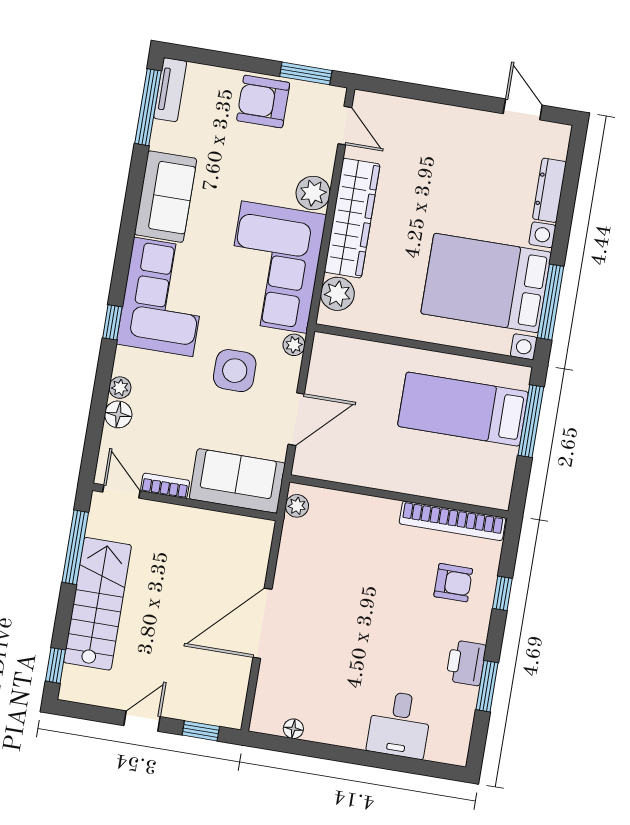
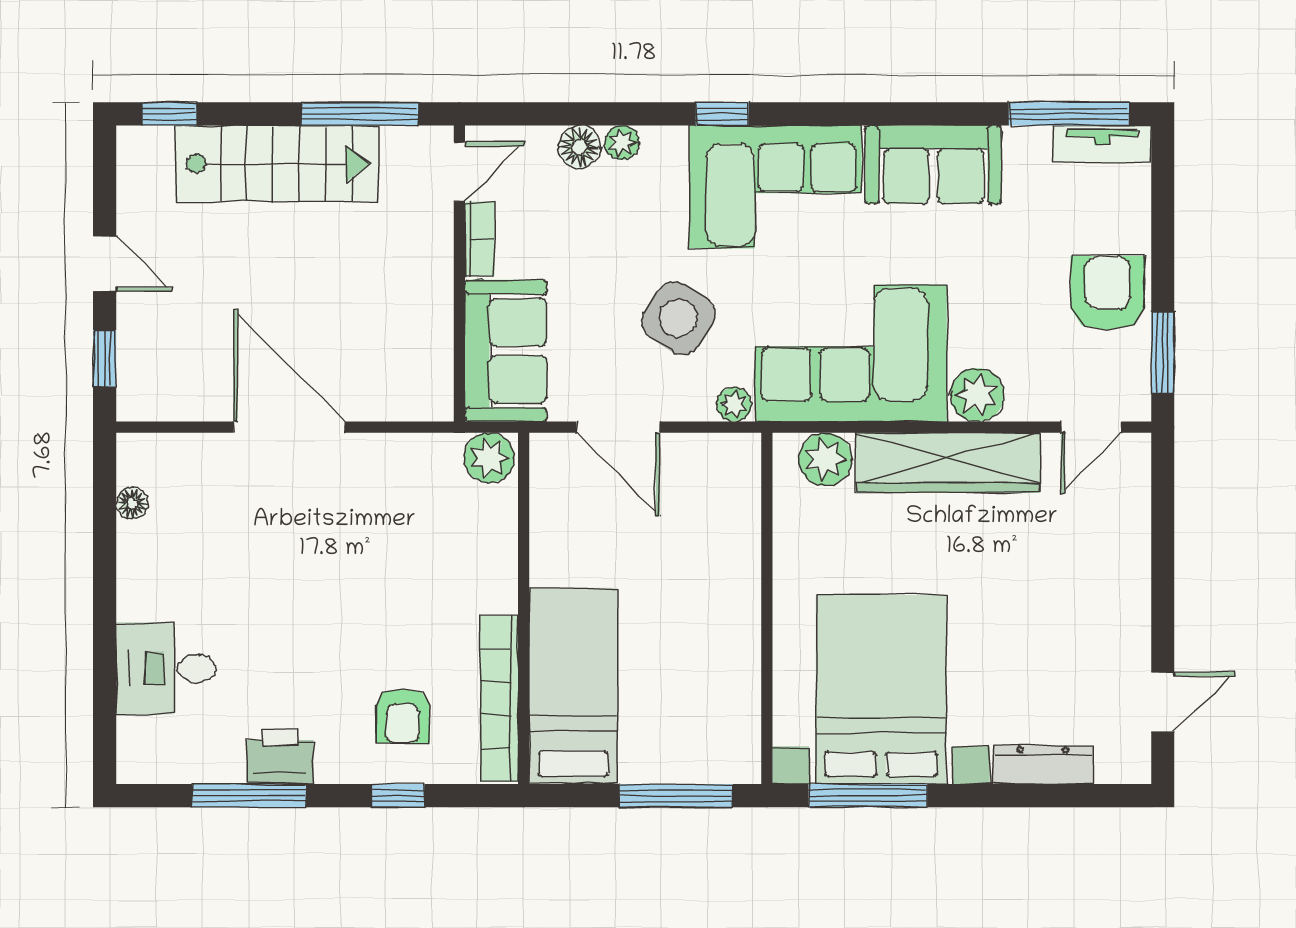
side table: (235, 371) -> (678, 318), turned 33
bed: (463, 409) -> (573, 686), moved
plant: (297, 506) -> (489, 458), width x1.38, depth x1.38
window: (487, 686) -> (249, 796), width x1.44

